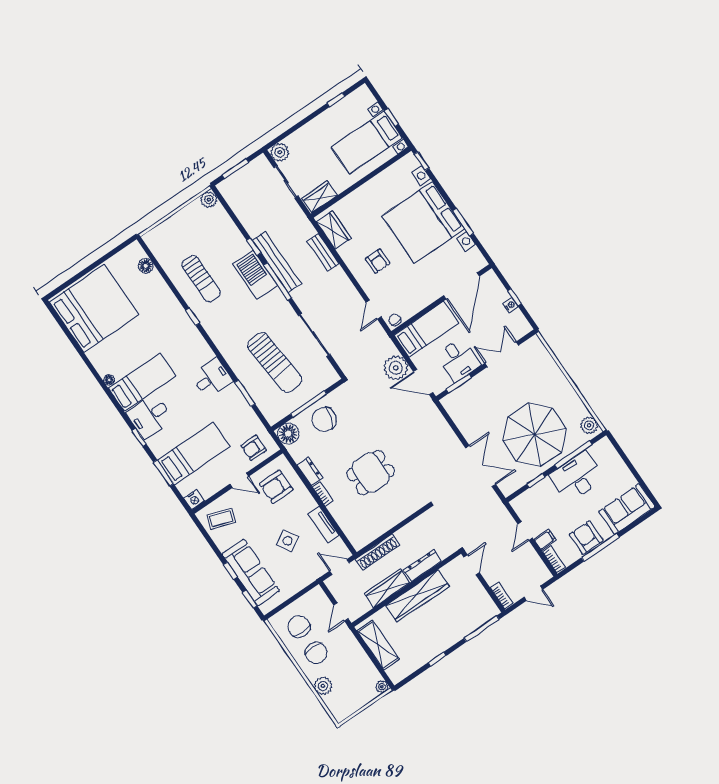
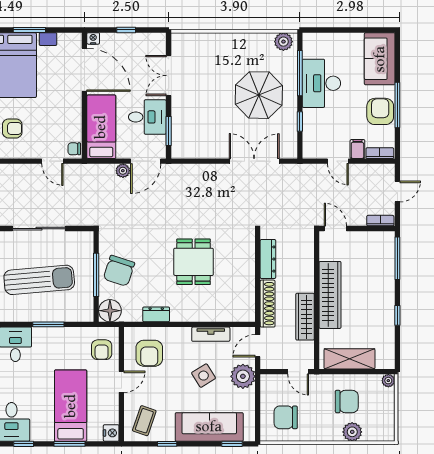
nightstand: (511, 305) -> (93, 38), moved
plant: (396, 368) -> (123, 171), width x0.53, depth x0.53
parasol: (535, 435) -> (259, 95), width x0.73, depth x0.73
bookcase: (323, 494) -> (183, 317), removed
armchair: (586, 537) -> (380, 111), turned 90
dresser: (422, 566) -> (268, 259), moved, turned 180
window: (230, 571) -> (167, 444), moved
plant: (308, 572) -> (243, 376), added
chair: (316, 653) -> (347, 401), moved

